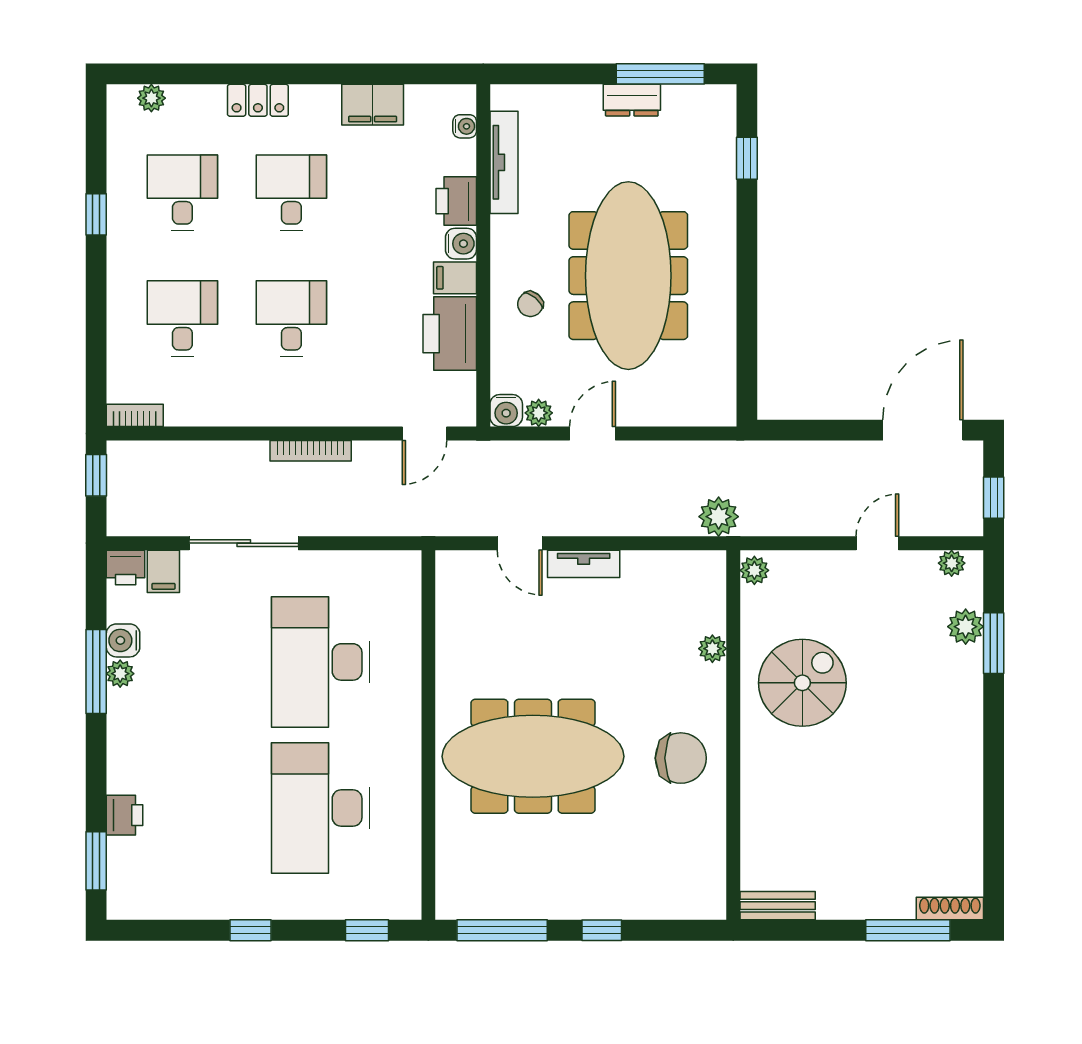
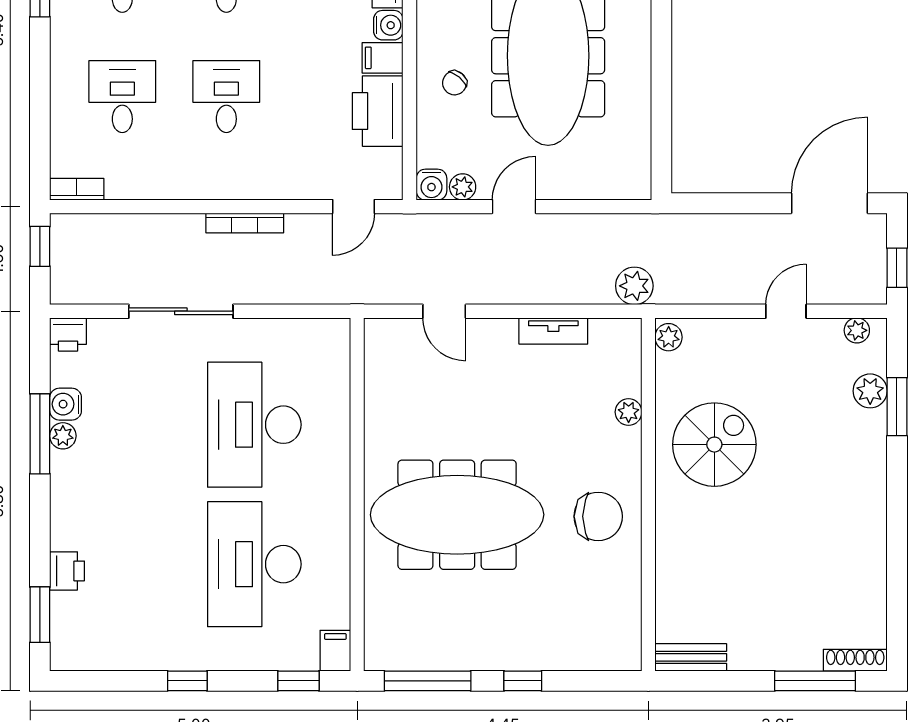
tv unit: (584, 564) -> (553, 331), moved
filing cabinet: (163, 571) -> (335, 651), moved, turned 180

